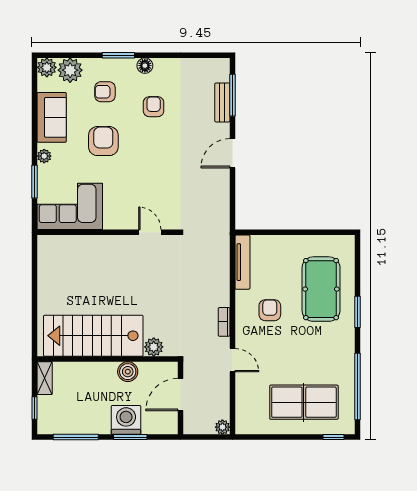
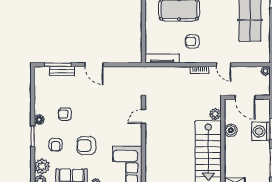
door: (232, 360) -> (224, 65), swing flipped

